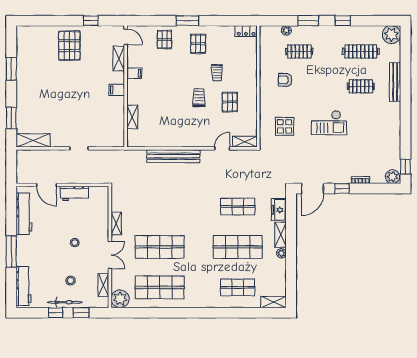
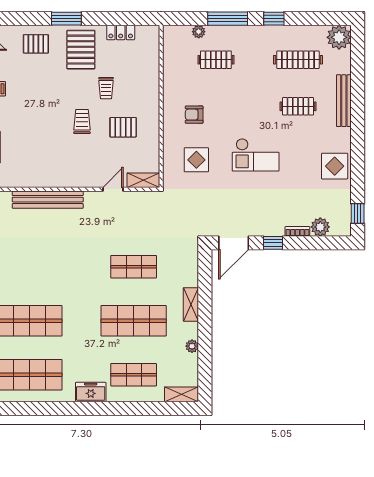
window: (308, 21) -> (228, 19), width x1.44
locker: (246, 31) -> (121, 33), moved
pallet: (164, 40) -> (36, 44), turned 90
pallet: (198, 44) -> (81, 50), width x1.50, depth x1.42
armchair: (285, 80) -> (194, 115), moved
pallet: (230, 102) -> (123, 127), turned 90
display table: (388, 131) -> (335, 166), added
plant: (393, 177) -> (320, 227), moved
freezer: (279, 210) -> (91, 392), moved, turned 90
plant: (281, 253) -> (192, 346), moved

